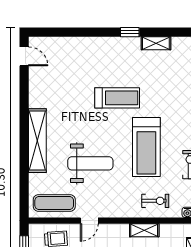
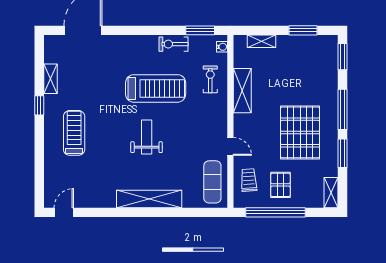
treadmill: (117, 98) -> (74, 133), moved
weight bench: (90, 163) -> (147, 137), moved, width x0.73, depth x0.75
shelving: (144, 230) -> (242, 91), width x1.50, depth x1.33

